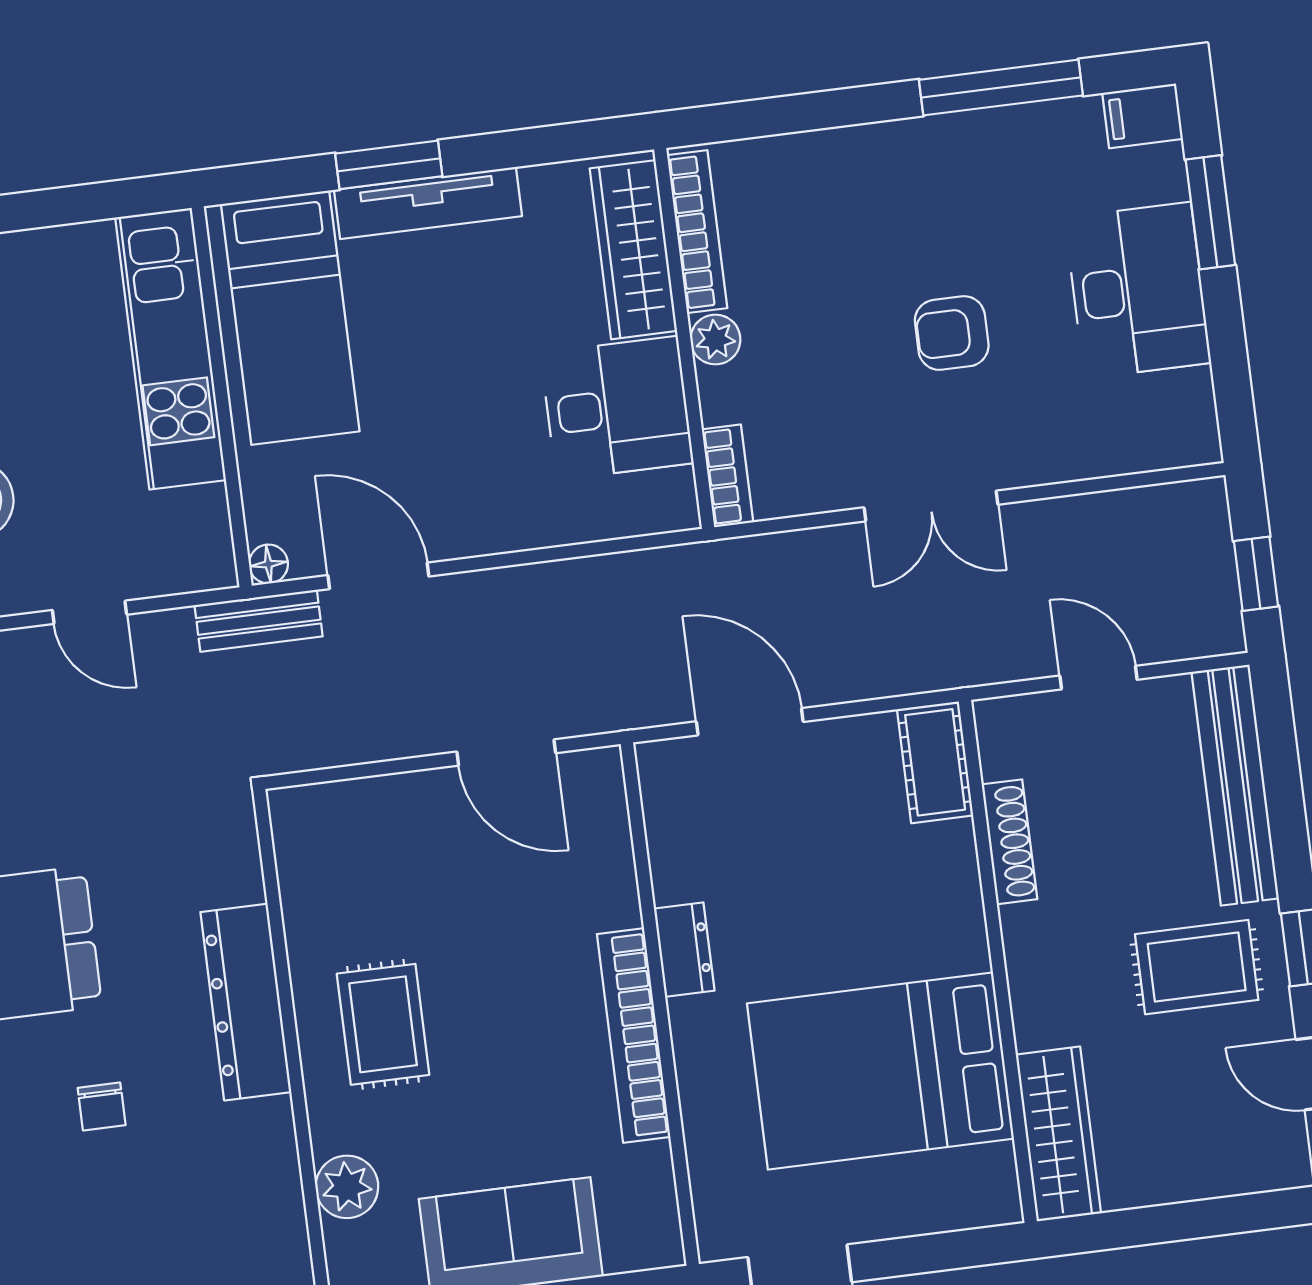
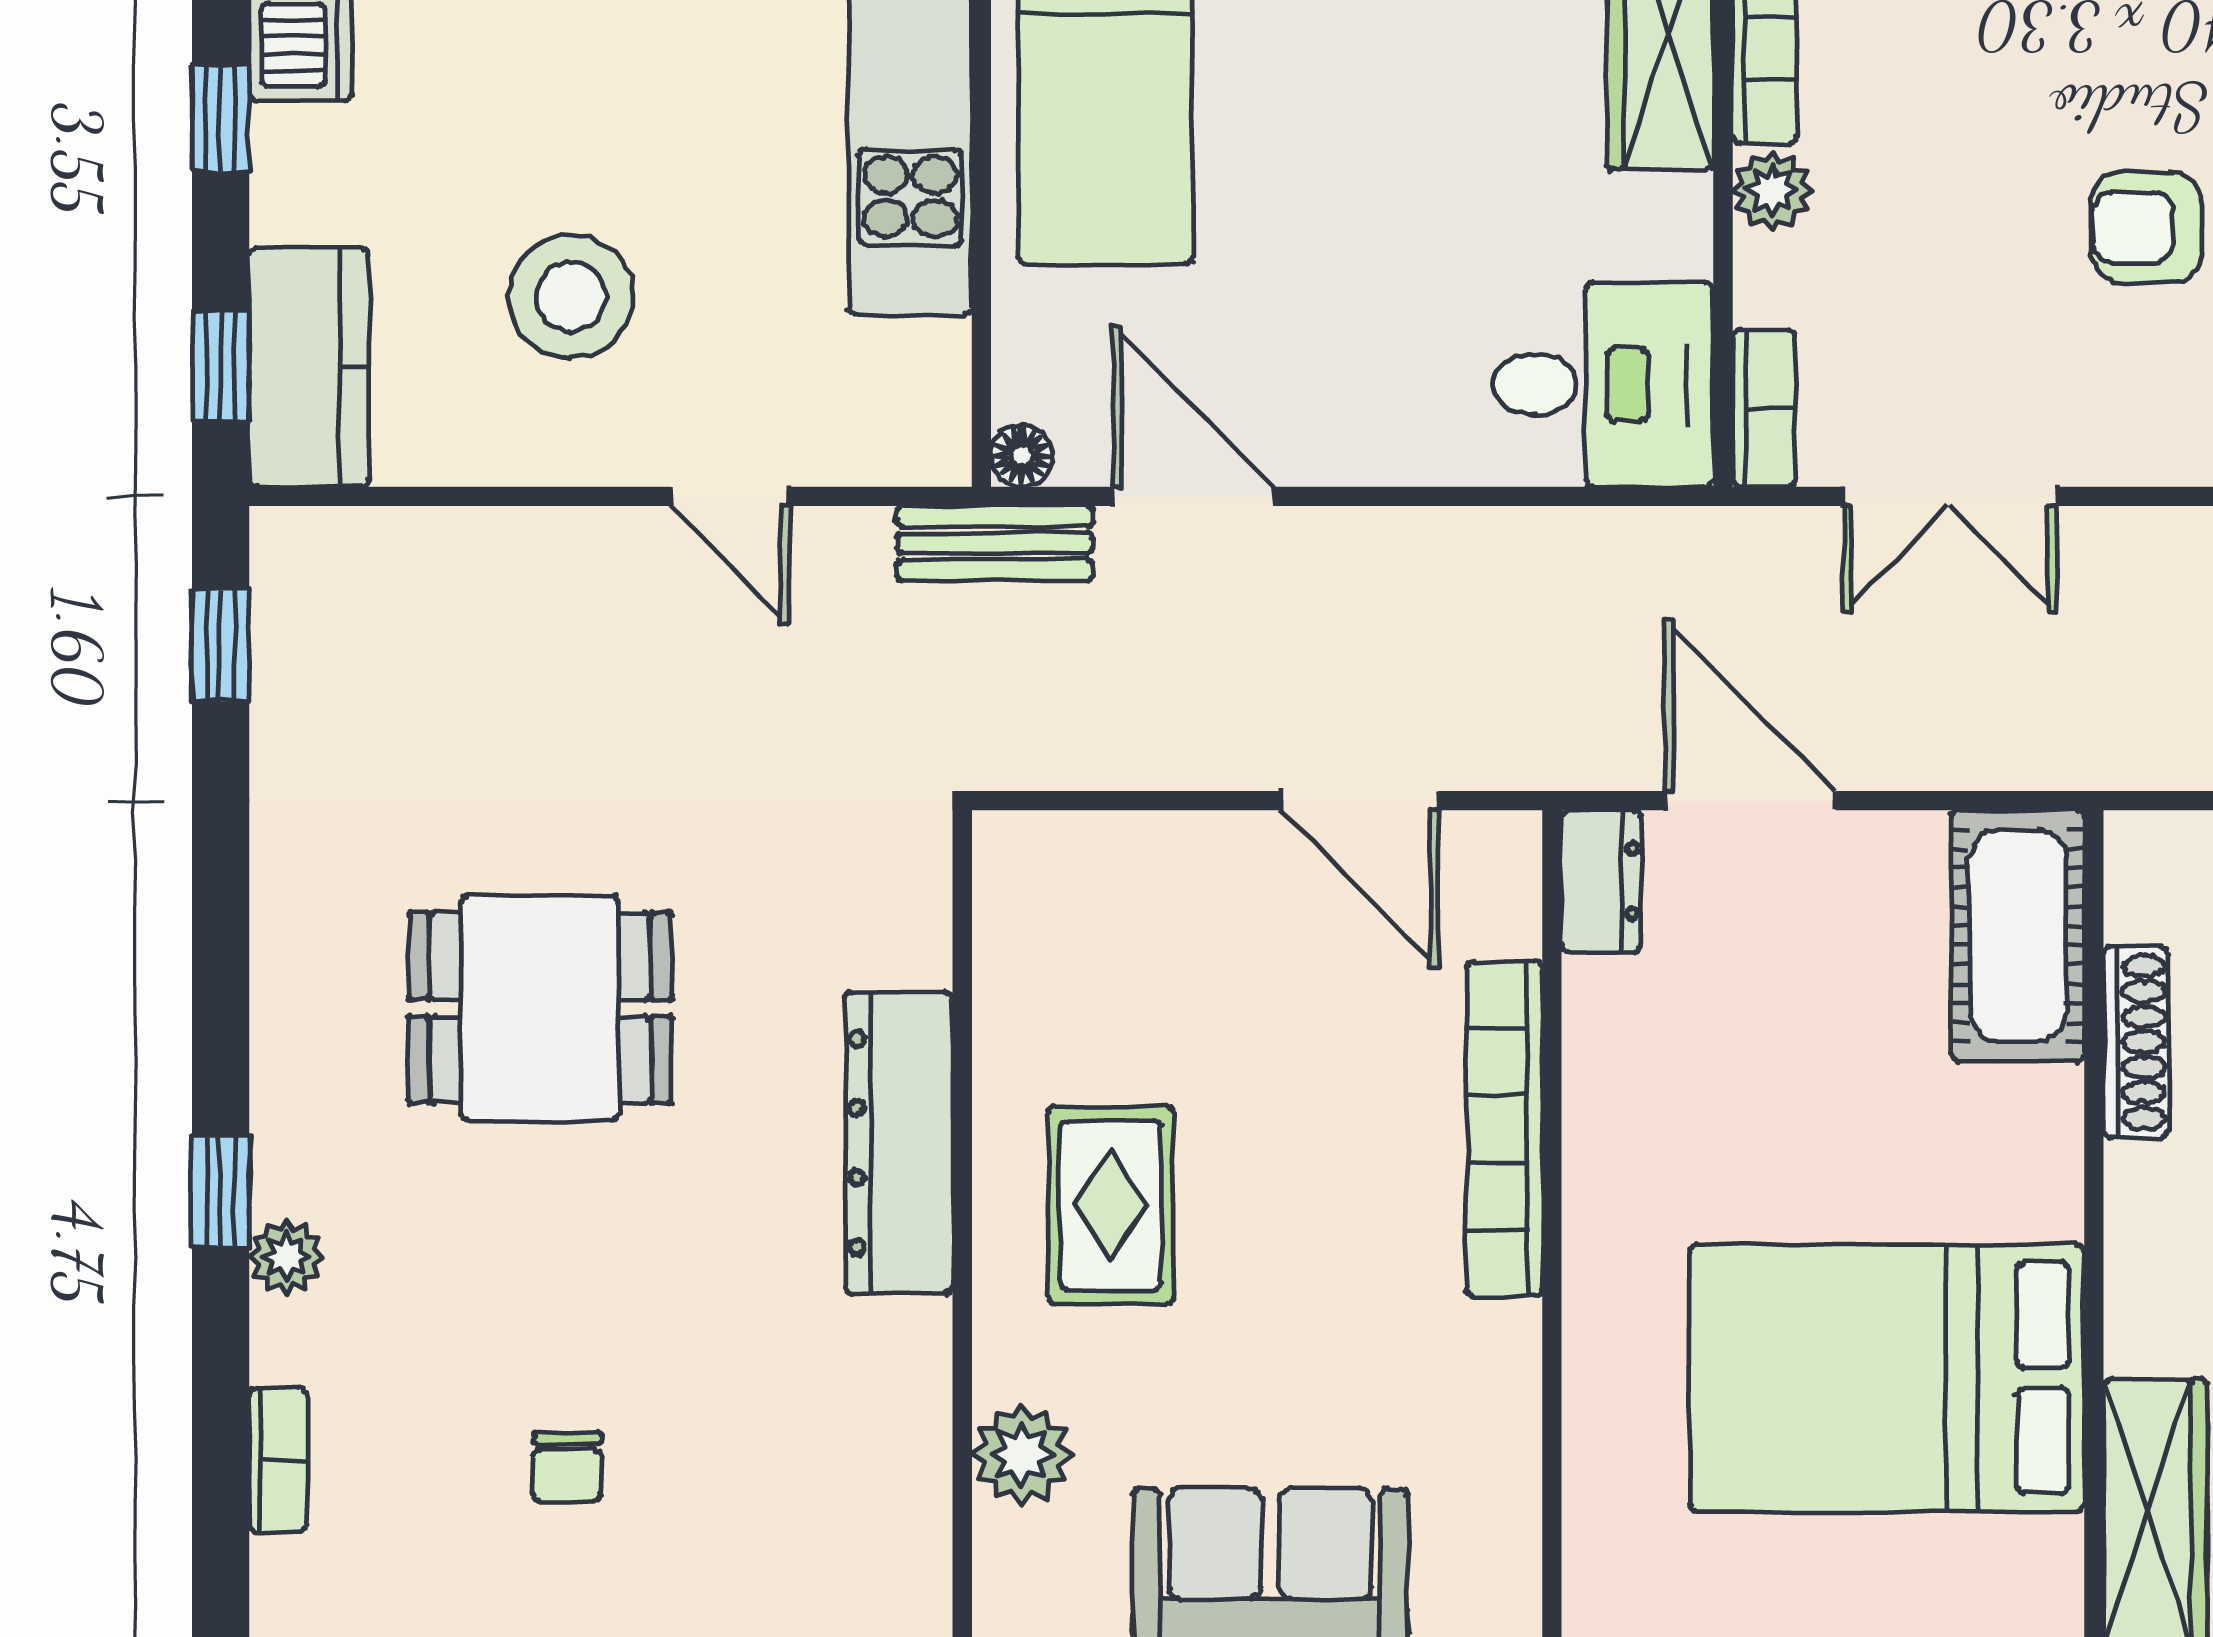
desk: (617, 408) -> (1603, 385), moved
double door: (931, 506) -> (1950, 496), moved
cot: (935, 762) -> (2018, 935), width x1.37, depth x1.34
dresser: (684, 950) -> (1601, 881), moved
bookcase: (634, 1036) -> (1504, 1129), moved
chair: (102, 1107) -> (567, 1467), moved

